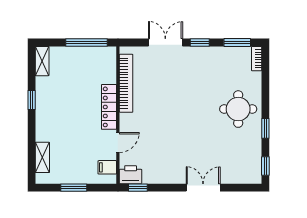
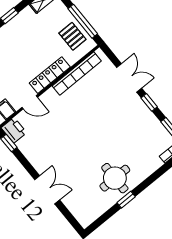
pallet: (92, 61) -> (72, 36), added
round table: (238, 109) -> (115, 178), moved
window: (265, 166) -> (99, 222), removed

